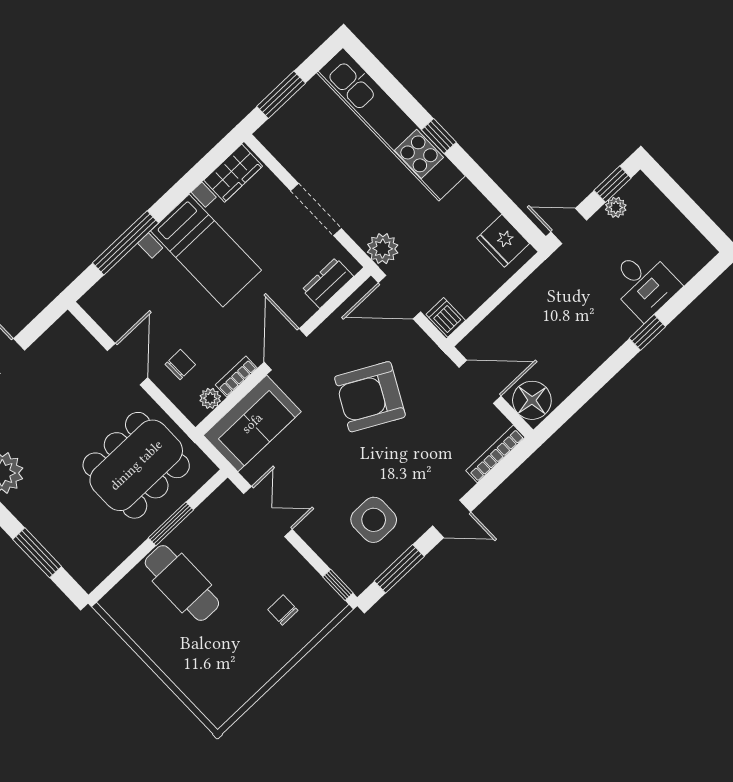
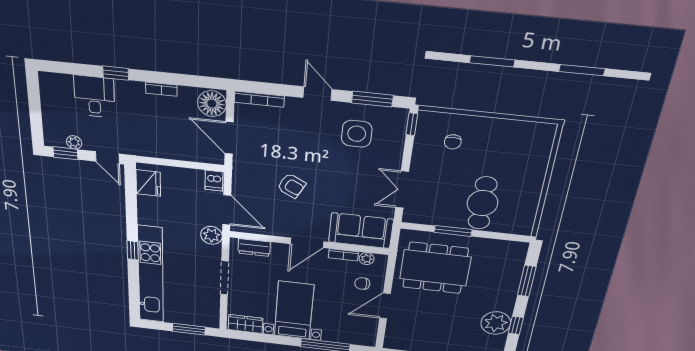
bookcase: (591, 363) -> (161, 89), added
armchair: (370, 397) -> (291, 186), width x0.53, depth x0.53

